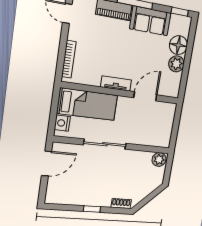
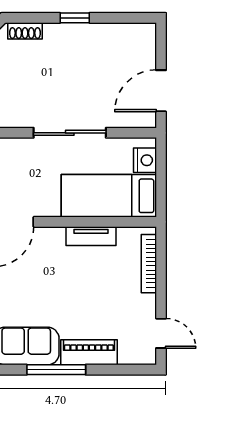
tv unit: (116, 84) -> (91, 236), moved

